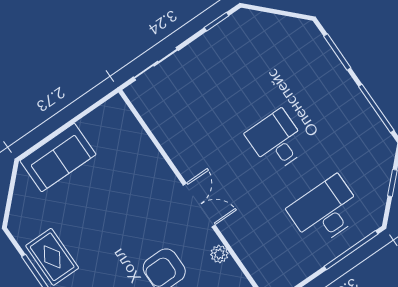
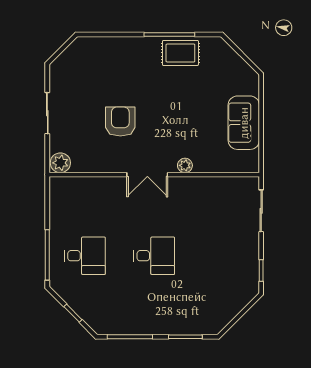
sofa: (58, 158) -> (244, 123), moved
desk: (325, 211) -> (85, 256), width x0.73
plant: (219, 254) -> (185, 165), moved

